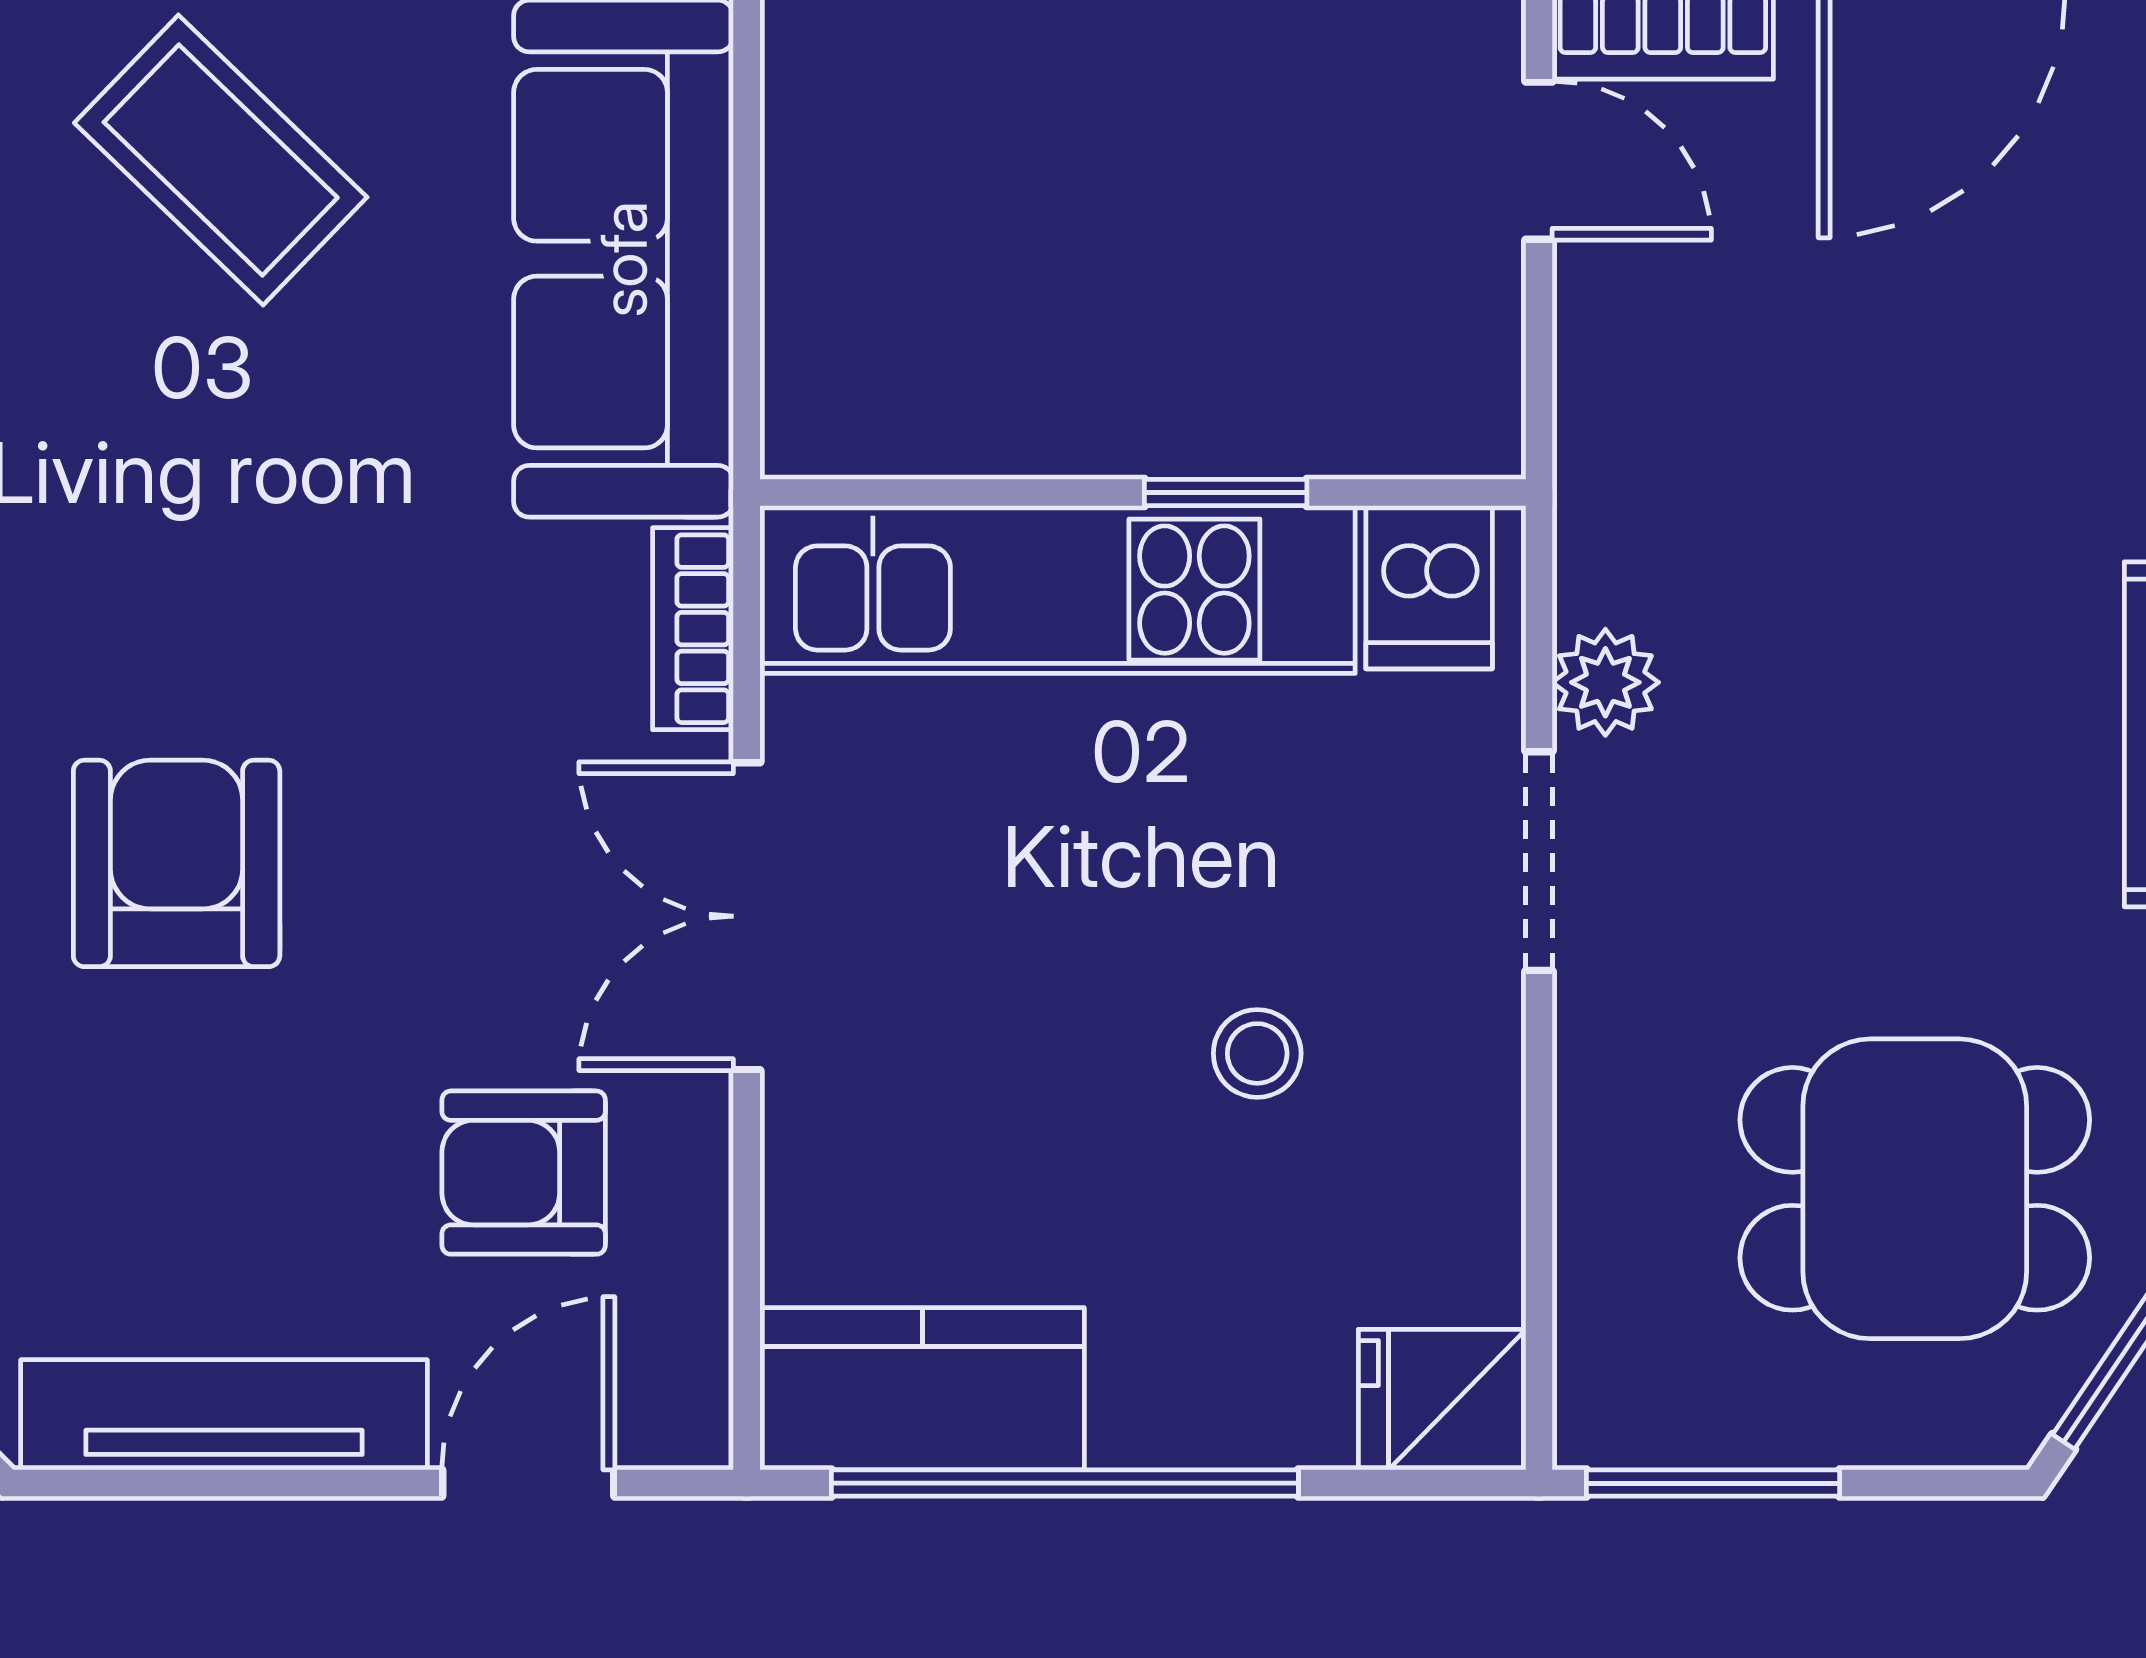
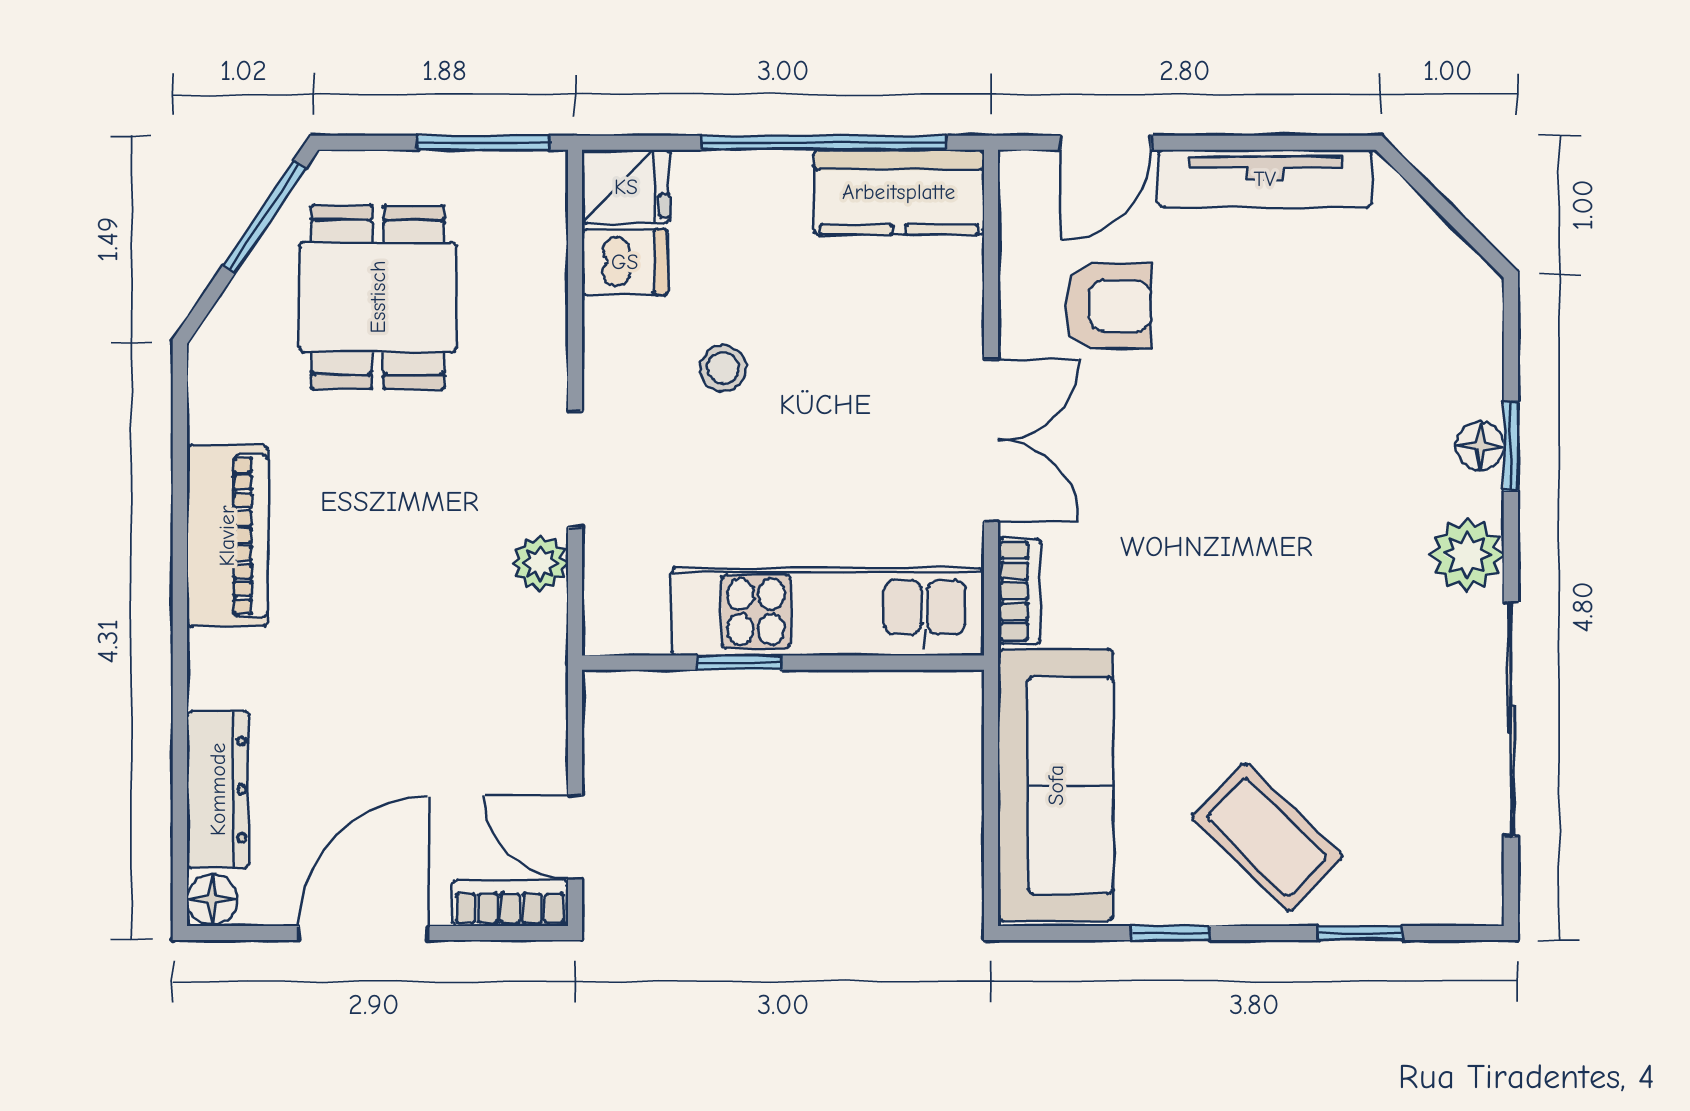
dishwasher: (1429, 587) -> (625, 262), moved, turned 90
armchair: (177, 863) -> (1290, 468), removed
dining table: (1915, 1189) -> (378, 297), turned 90

